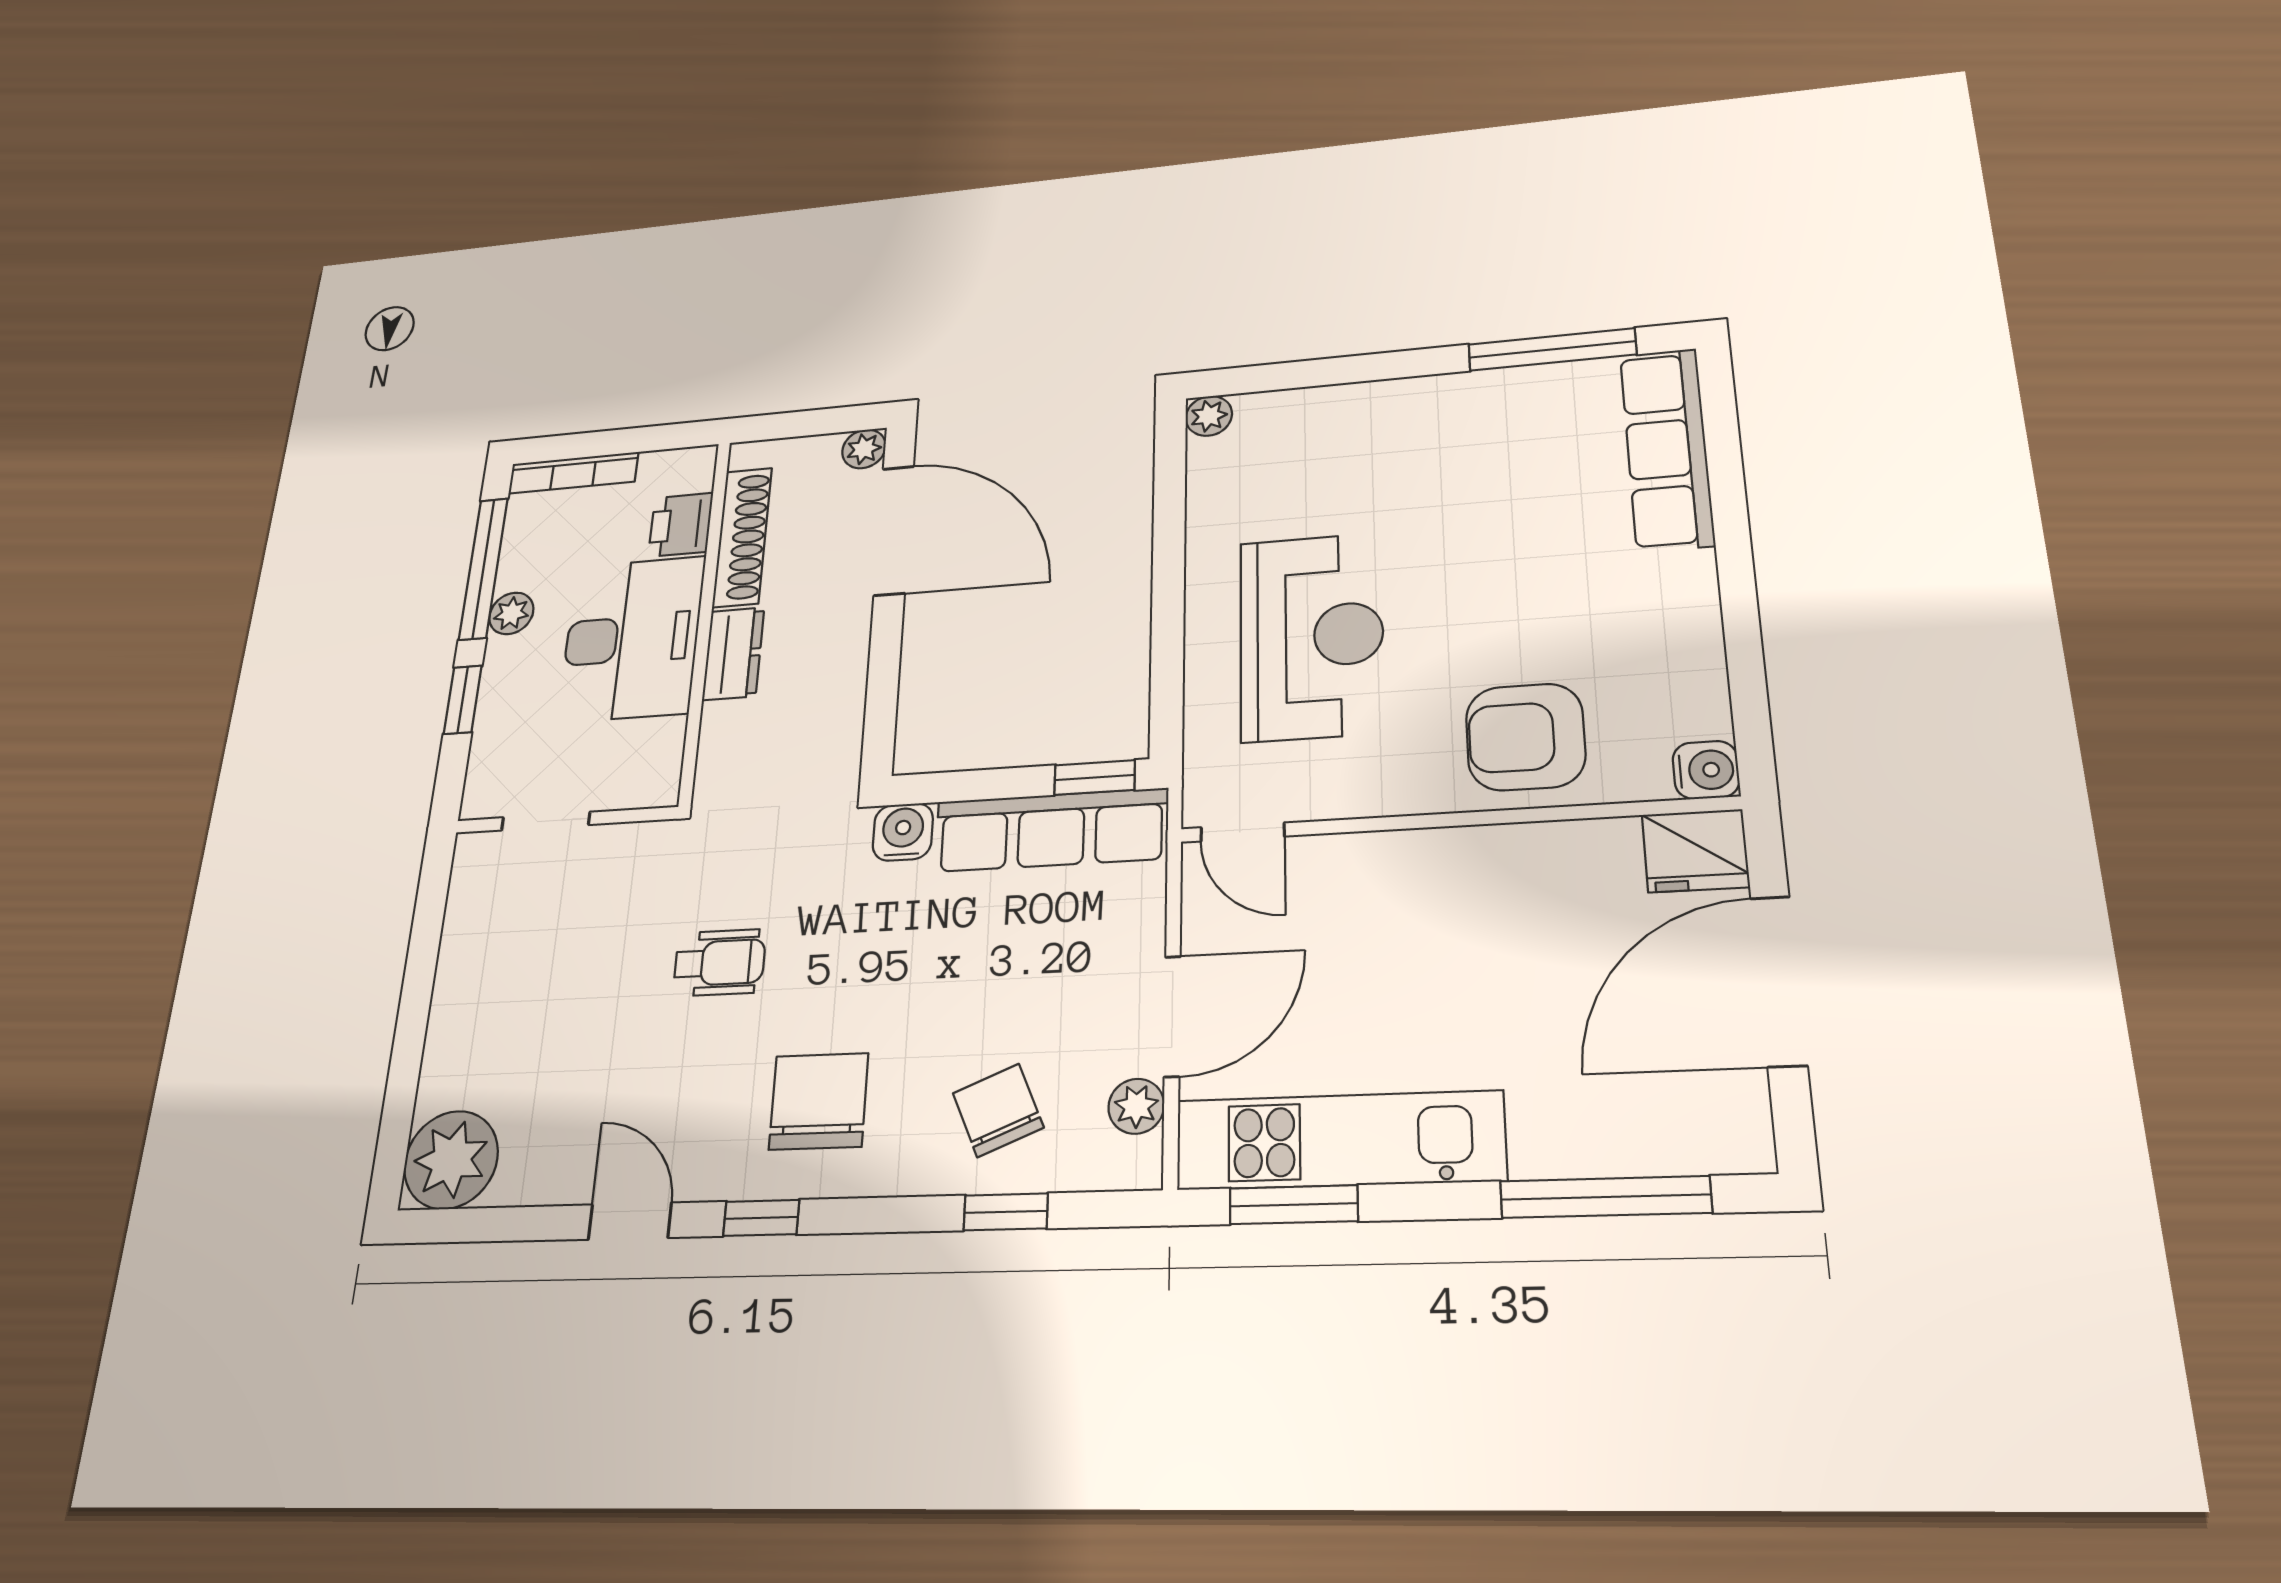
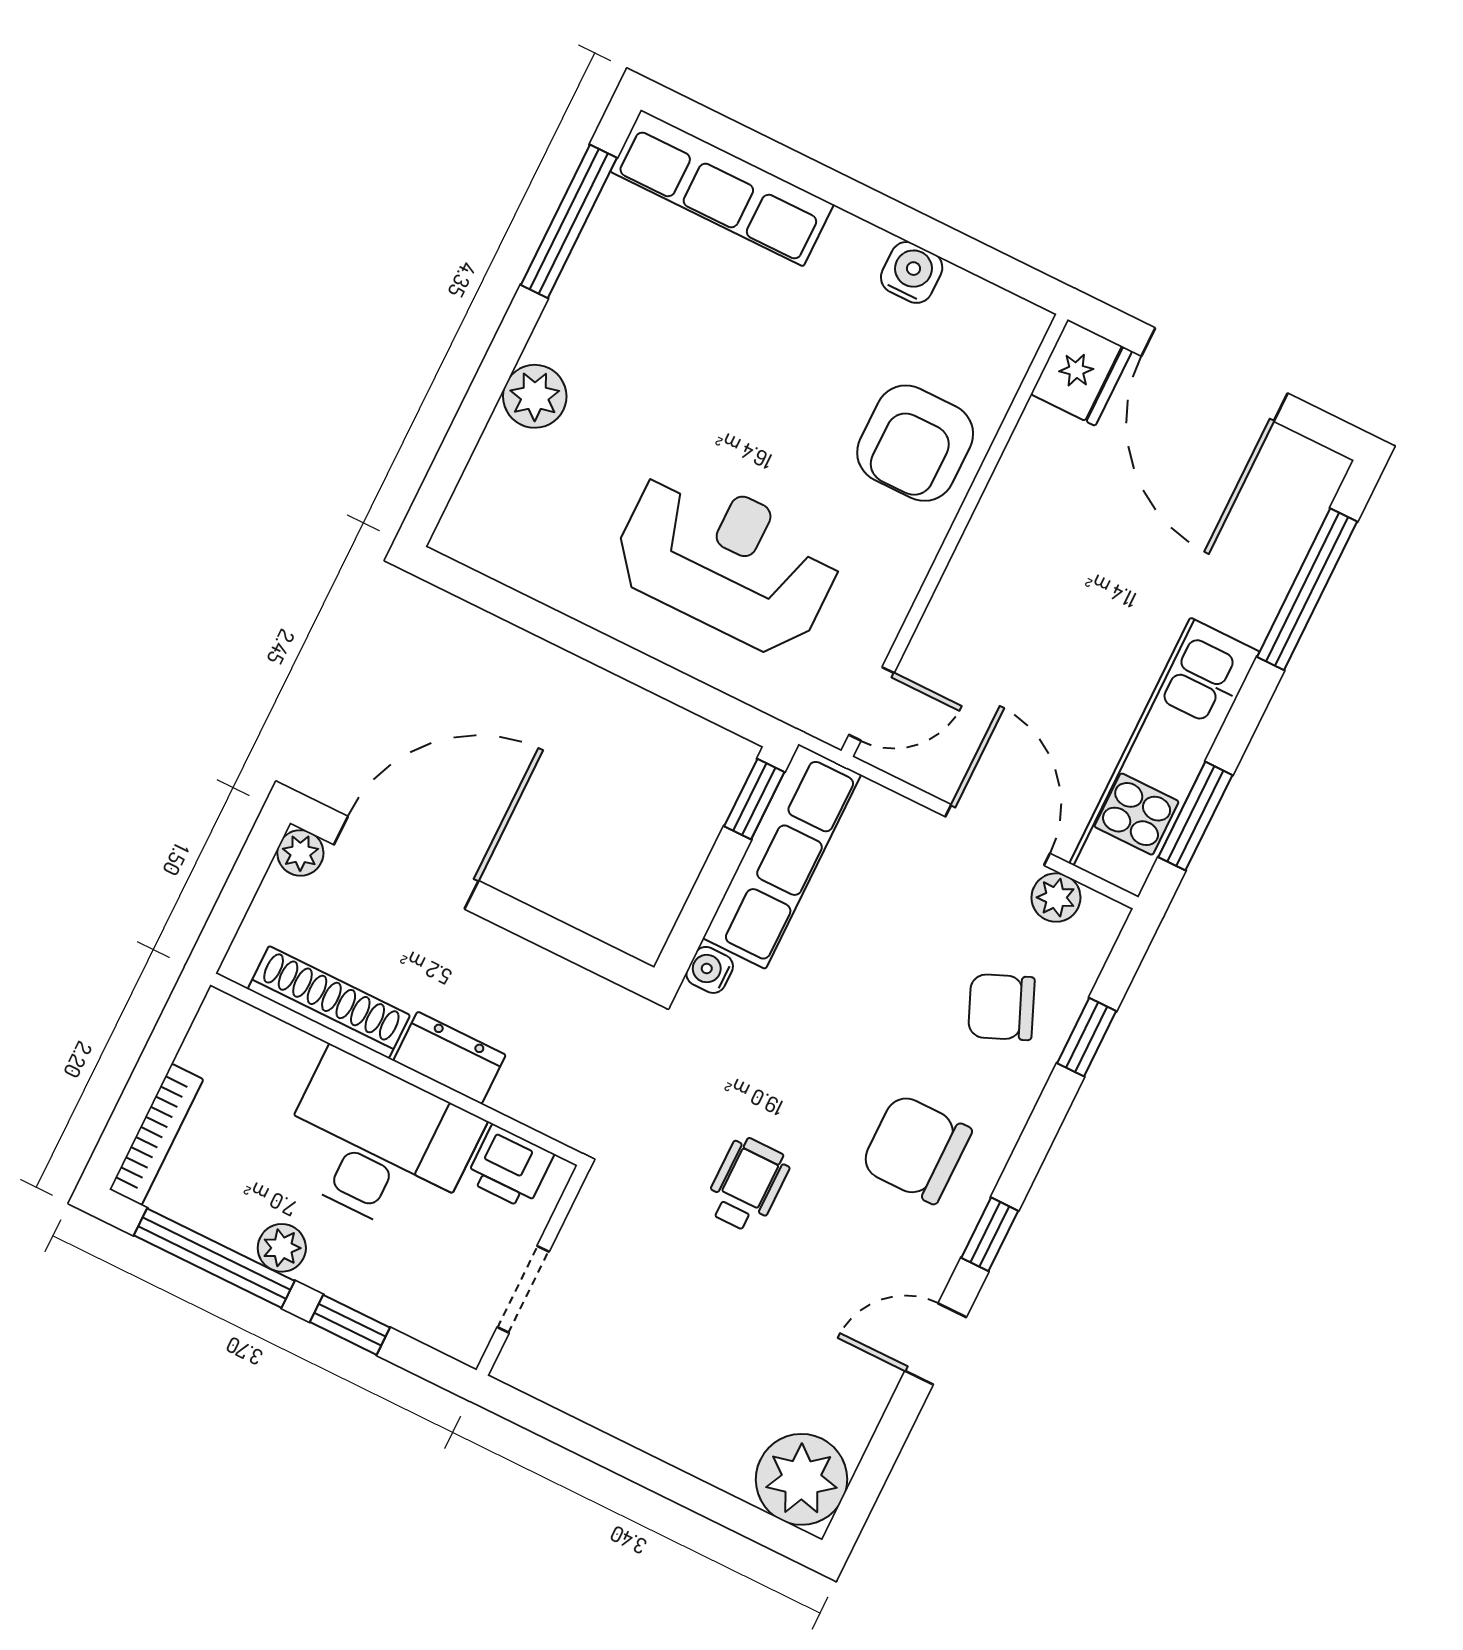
plant: (1209, 416) -> (535, 396), moved, width x1.38, depth x1.38
printer: (681, 525) -> (510, 1167), moved
water cooler: (1706, 770) -> (912, 272), moved
water cooler: (903, 832) -> (710, 970), width x0.72, depth x0.72

